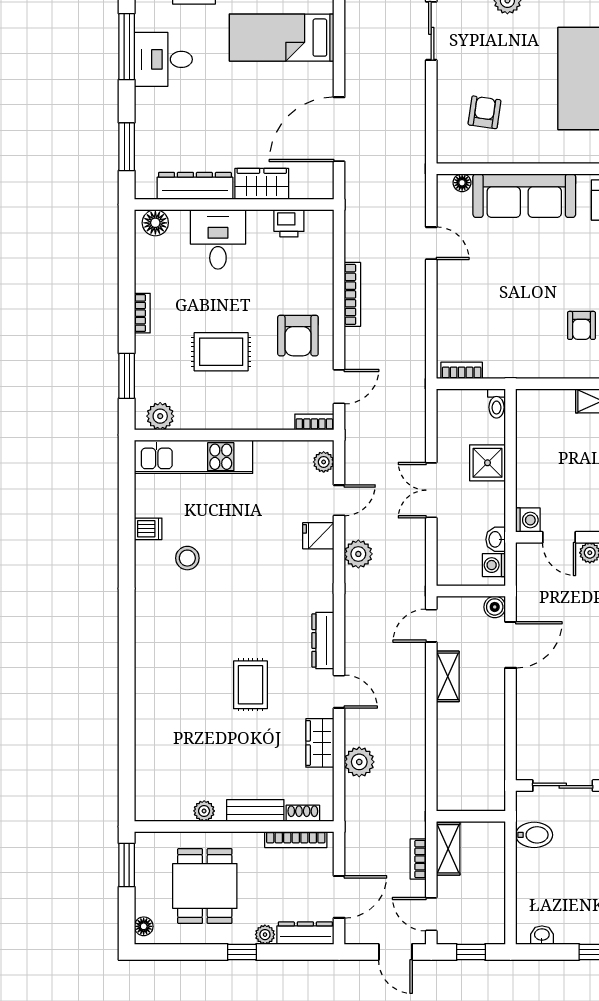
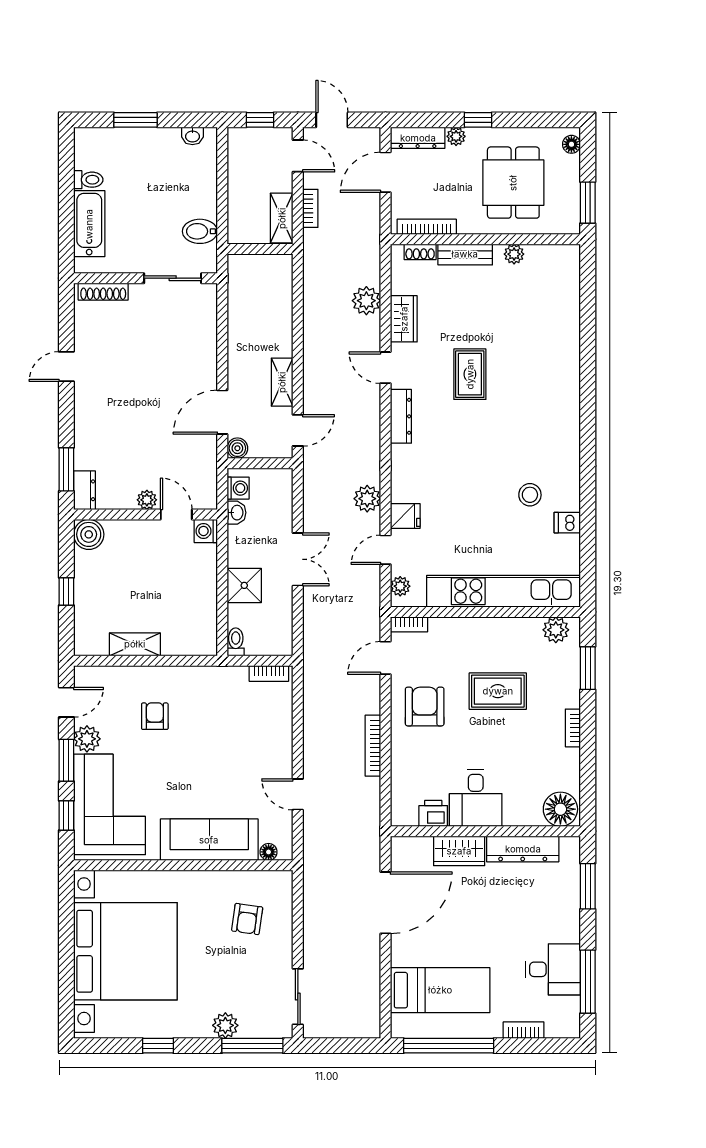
floor lamp: (155, 223) -> (560, 809), width x1.38, depth x1.38
desk: (218, 239) -> (476, 798), moved
kitchen unit: (194, 457) -> (504, 591), width x1.36

